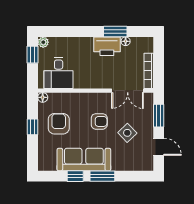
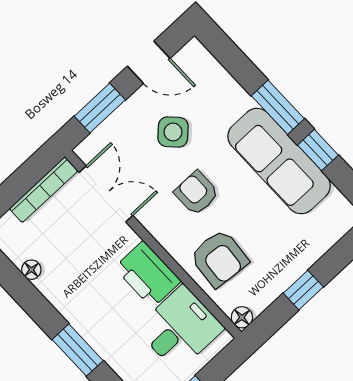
window: (115, 31) -> (78, 350), moved
printer: (107, 46) -> (148, 274), moved, turned 180
armchair: (59, 124) -> (219, 258), moved, turned -85
door: (159, 147) -> (149, 62), swing flipped

